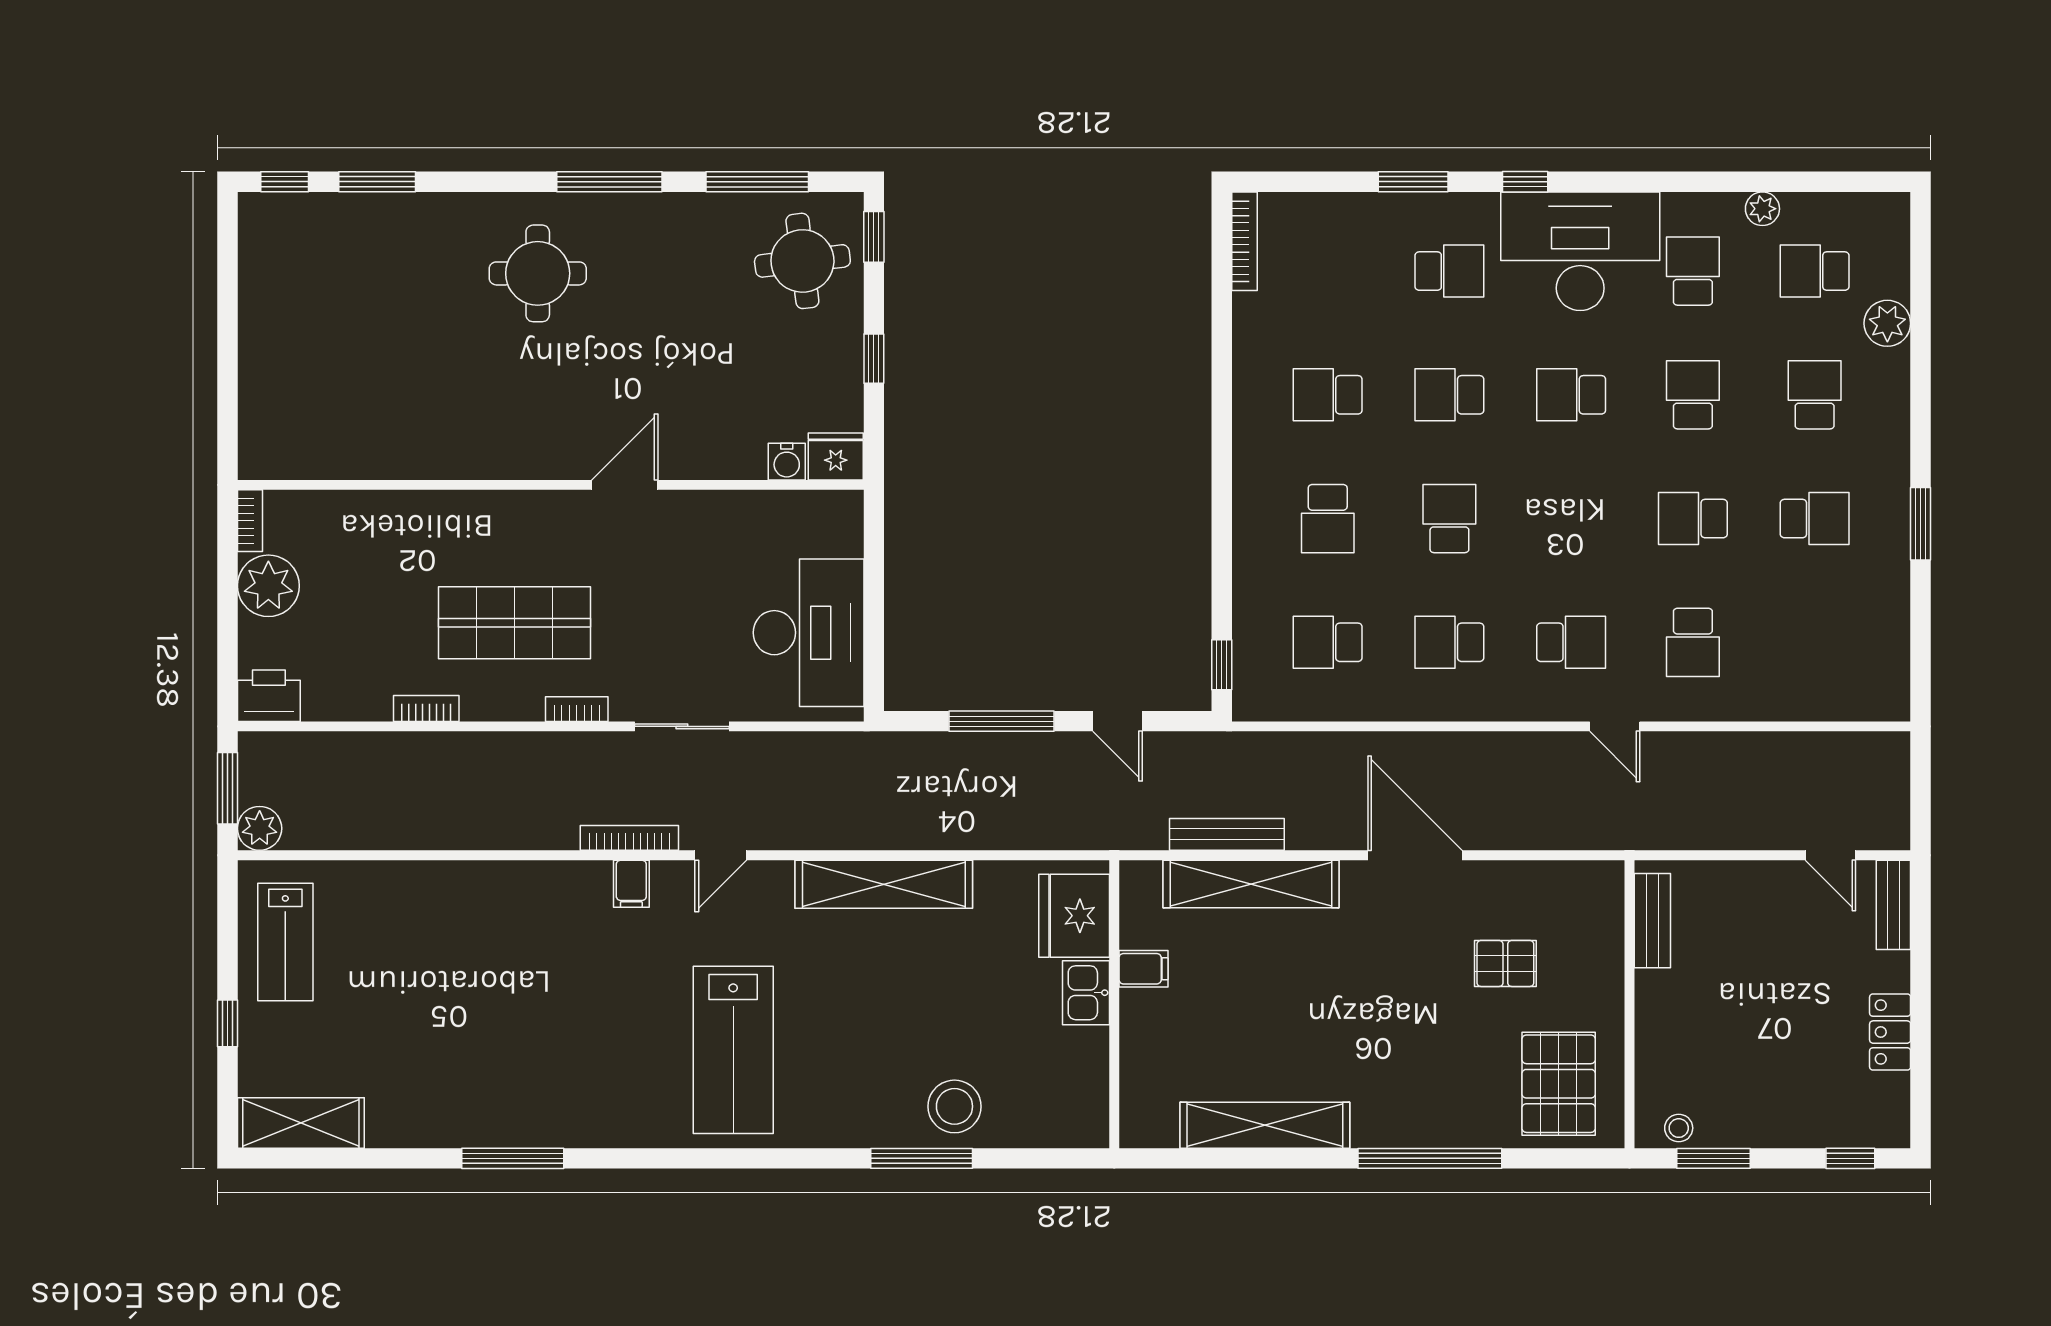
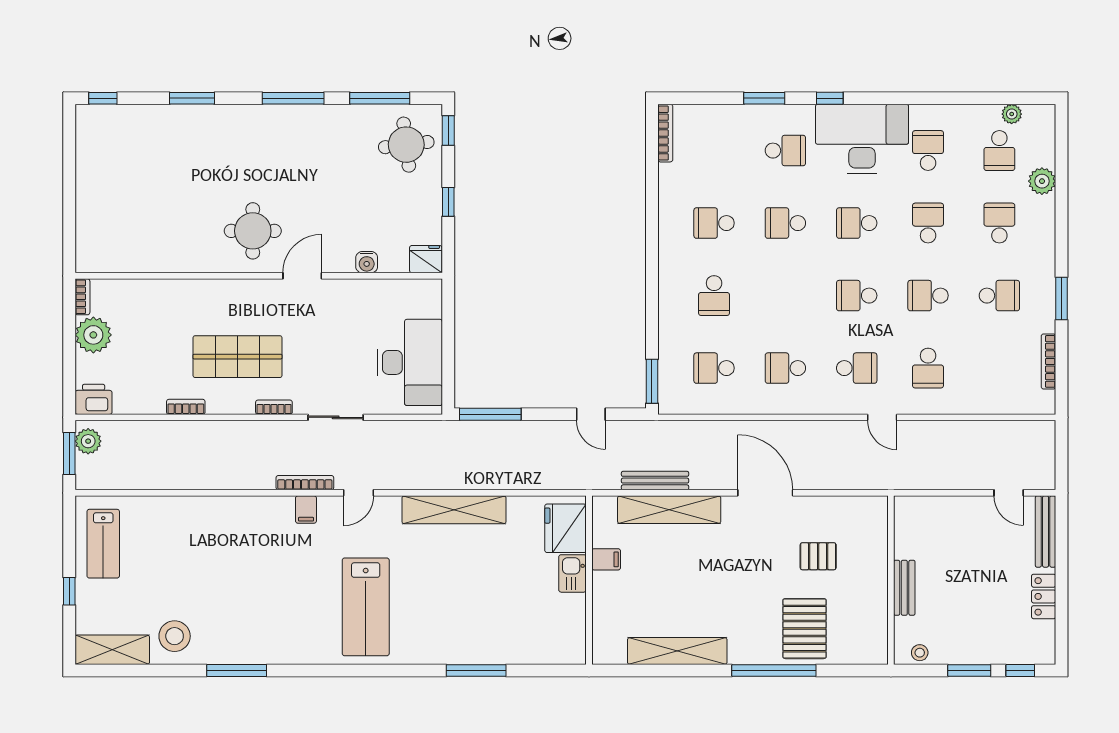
window: (377, 182) -> (192, 98), moved
plant: (1762, 209) -> (1012, 114), moved
school desk: (1815, 271) -> (999, 151), turned -90
round table: (538, 273) -> (253, 231), moved
water cooler: (787, 462) -> (367, 262), moved
school desk: (1449, 519) -> (857, 296), moved, turned -90
bookcase: (1898, 631) -> (1048, 361), added
window: (1222, 665) -> (652, 381), width x1.50
window: (1001, 721) -> (490, 414), moved
plant: (260, 828) -> (88, 441), moved
bench: (1893, 905) -> (1046, 531), width x1.36
bench: (1652, 921) -> (904, 588), moved
pallet: (1559, 1084) -> (805, 629), moved
stool: (954, 1106) -> (175, 636), moved
window: (1713, 1158) -> (969, 670), moved

